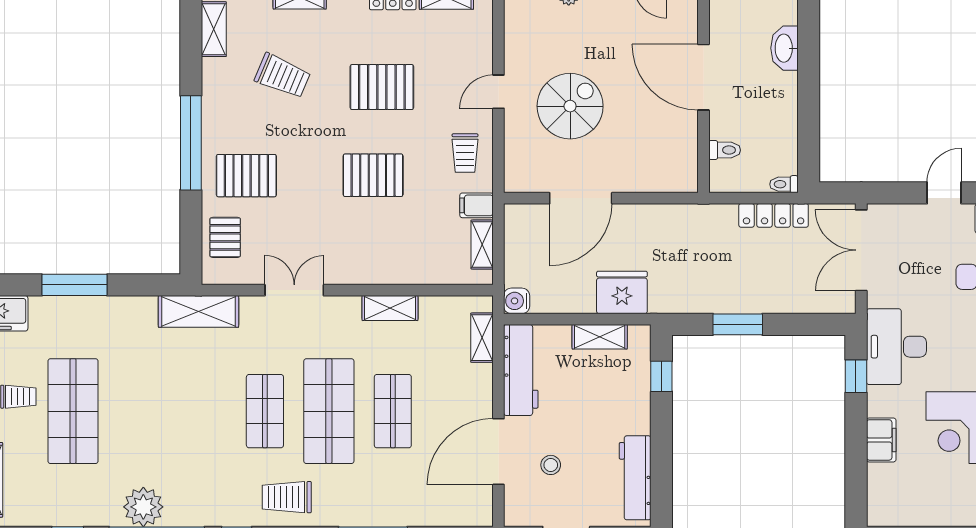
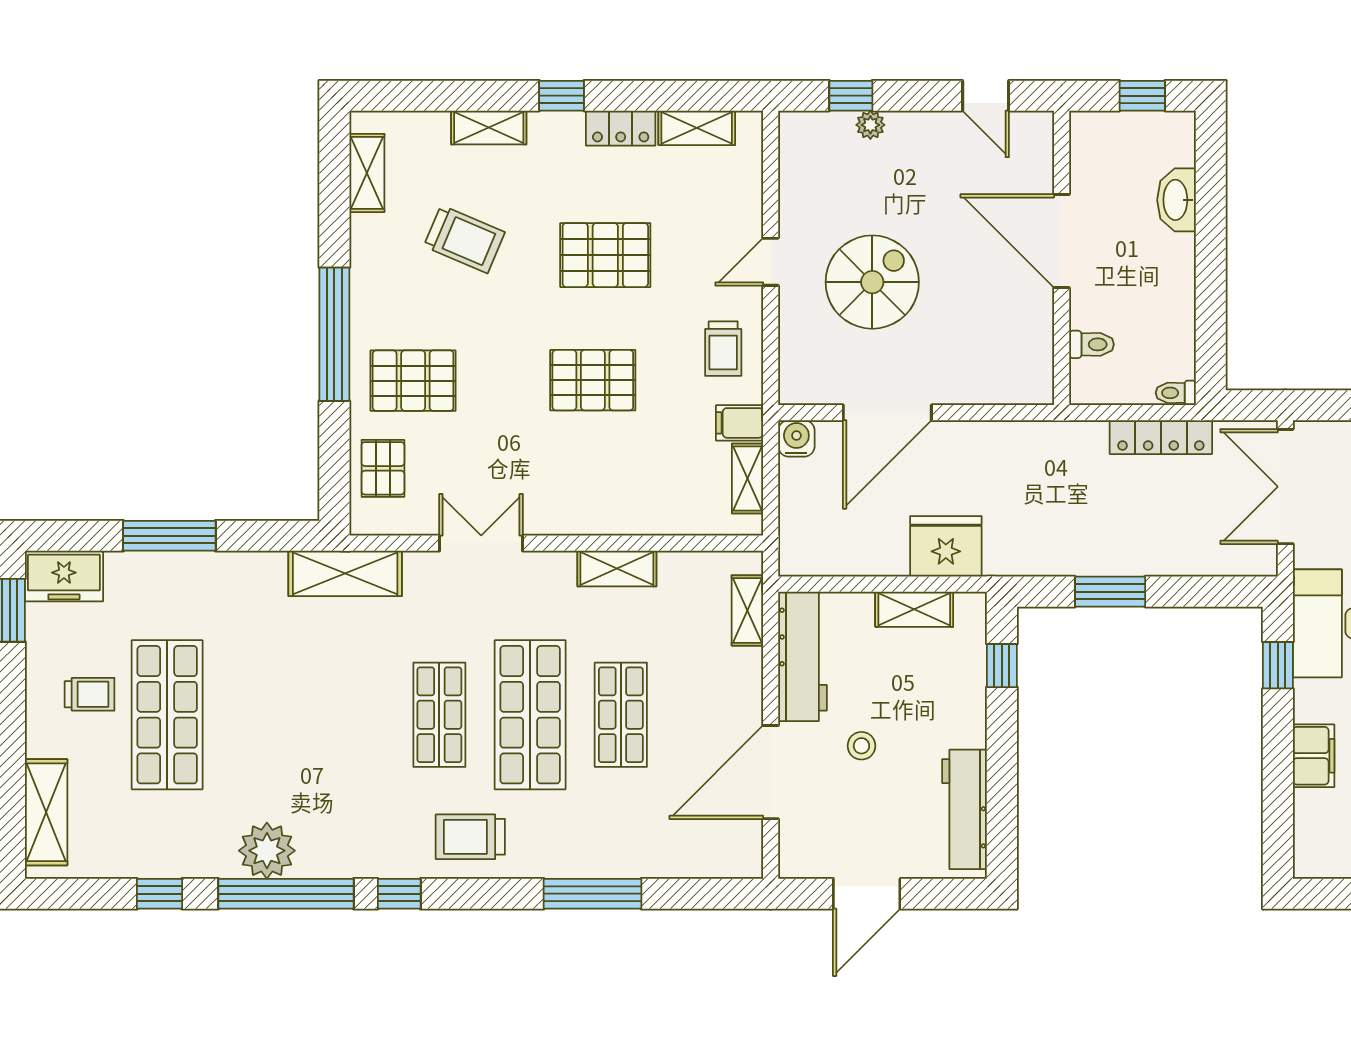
water cooler: (517, 301) -> (796, 438), moved, turned 90
stool: (551, 465) -> (861, 746), moved

